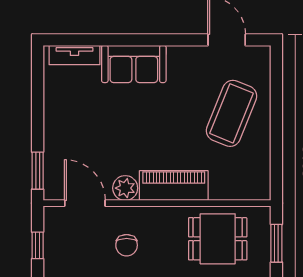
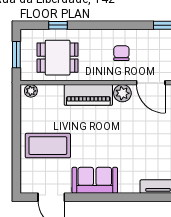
sofa: (134, 64) -> (95, 180), moved
coffee table: (231, 113) -> (48, 146), turned 68
plant: (256, 191) -> (31, 91), added

